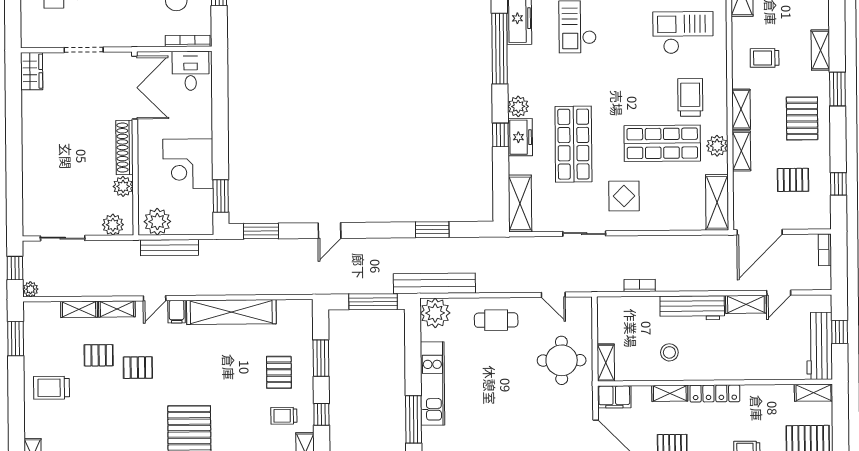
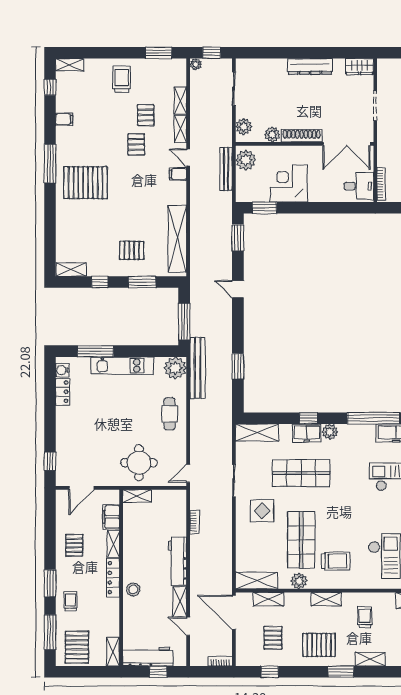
dresser: (32, 137) -> (310, 66), added
shelving: (741, 151) -> (268, 599), moved
door: (553, 295) -> (188, 473), moved
shelving: (231, 312) -> (177, 239), moved
stool: (669, 352) -> (133, 589), moved
filing cabinet: (614, 397) -> (111, 517), moved
trolley: (284, 416) -> (99, 254), removed

